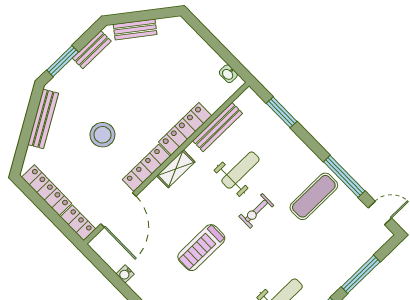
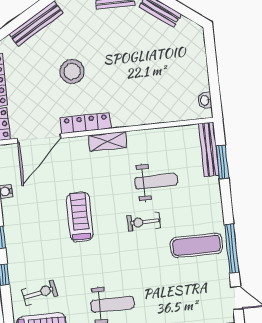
bench: (218, 127) -> (209, 149), moved, turned 90
locker: (185, 129) -> (139, 116), removed
treadmill: (201, 248) -> (80, 217), turned 90

